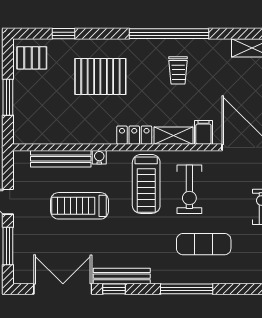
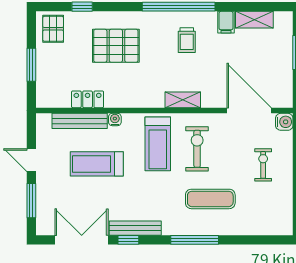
pallet: (32, 58) -> (53, 29), turned 90
filing cabinet: (203, 132) -> (226, 22), moved, turned 180
locker: (134, 135) -> (88, 99), moved
exercise bike: (189, 189) -> (197, 149), turned 180

